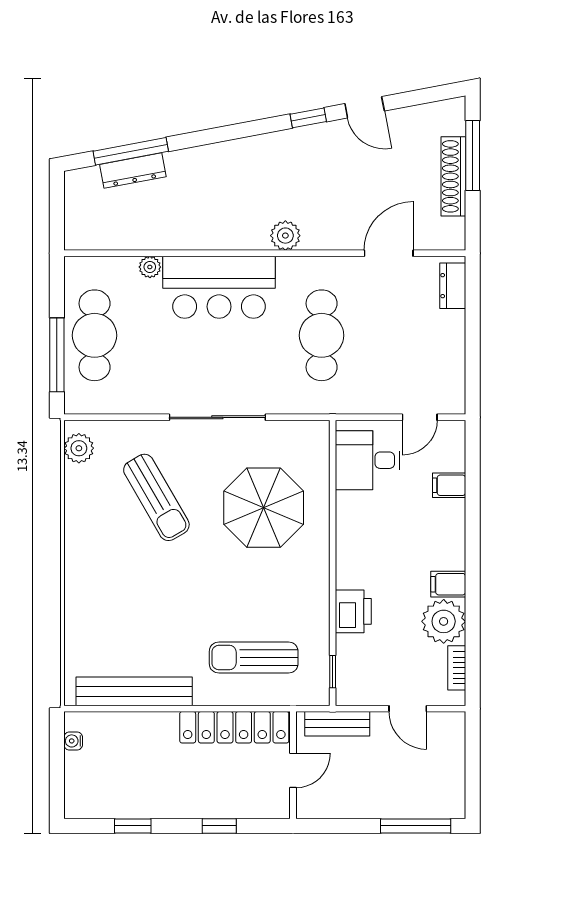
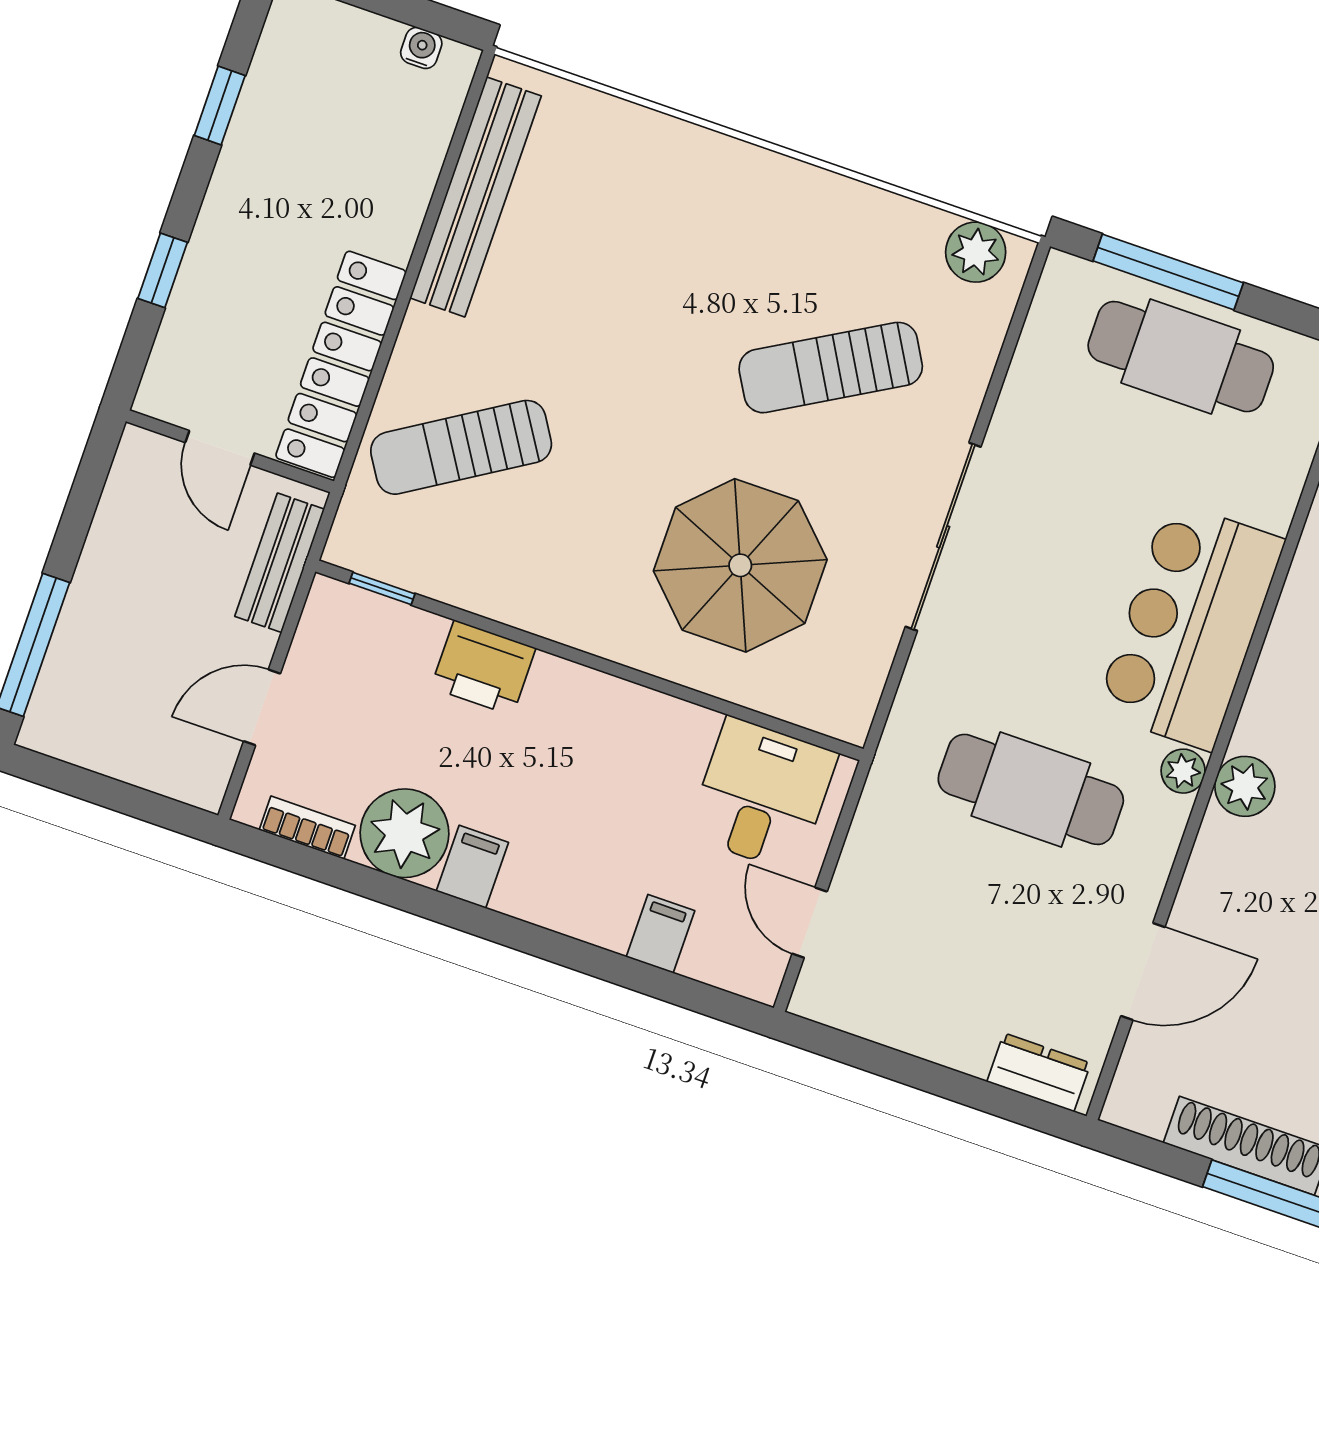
door: (389, 253) -> (1143, 972), hinge flipped
plant: (150, 267) -> (1183, 771), moved
sun lounger: (254, 658) -> (461, 447), turned -122

